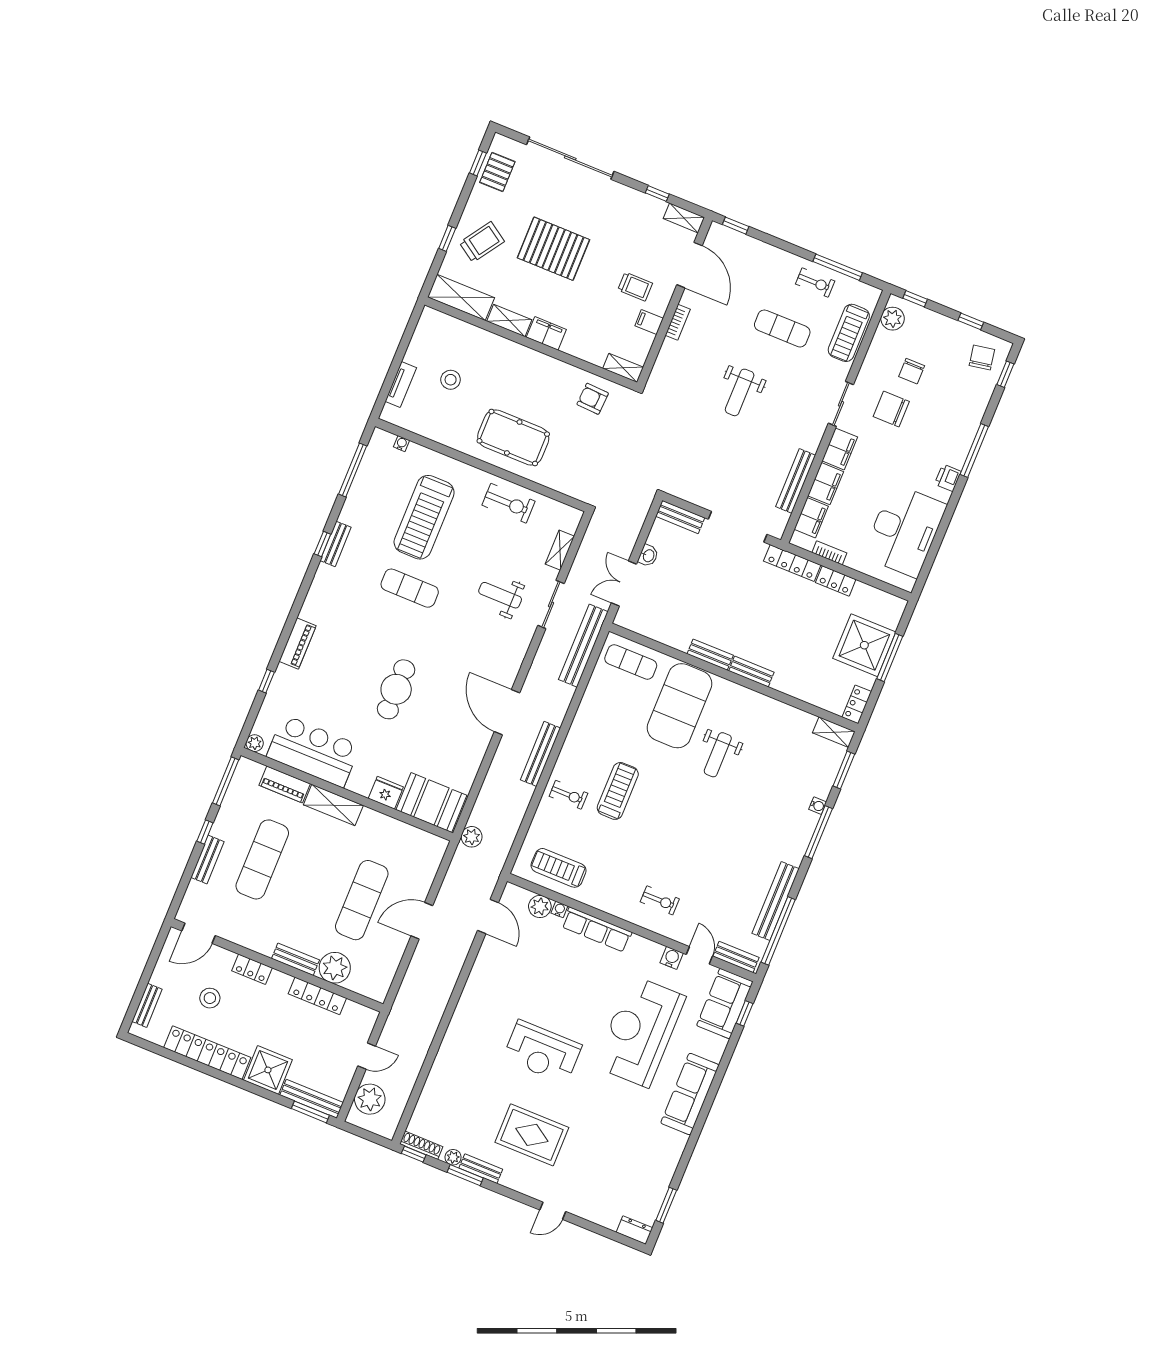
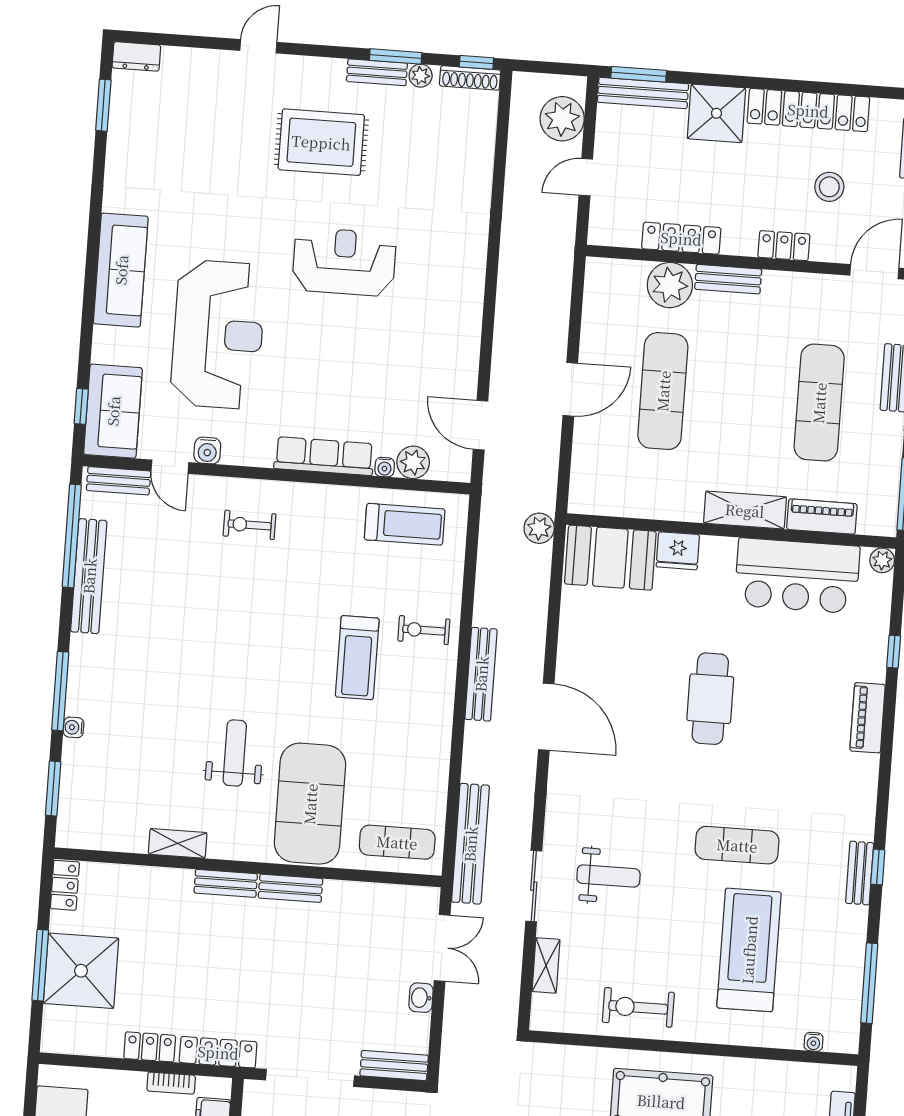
shelving: (834, 732) -> (178, 843), moved

